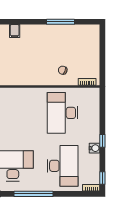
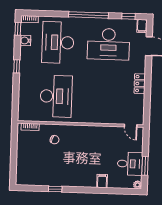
window: (60, 22) -> (55, 189), width x0.46
water cooler: (95, 148) -> (25, 41), moved

